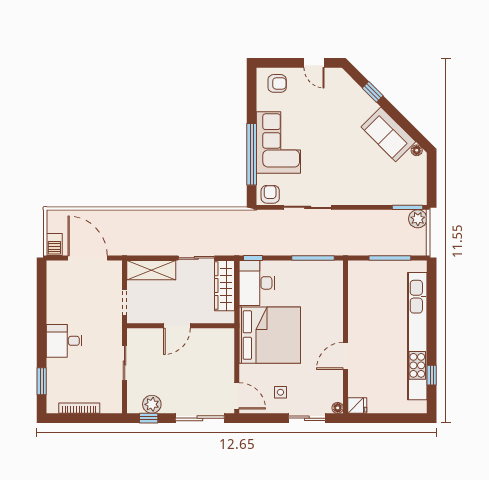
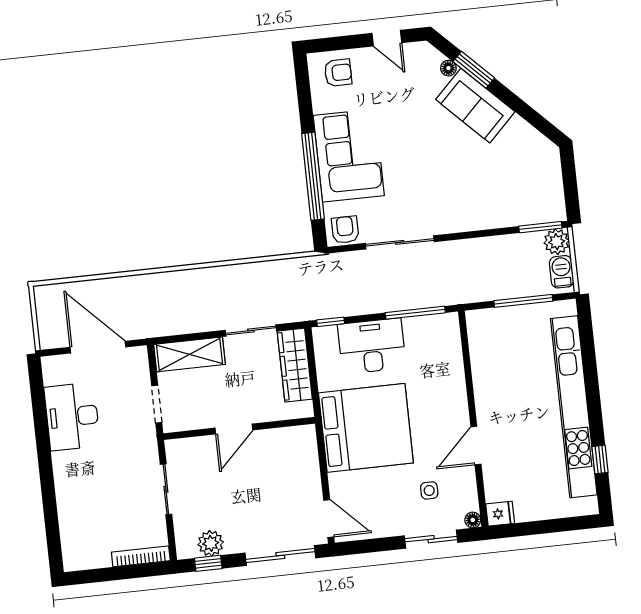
window: (373, 92) -> (474, 70), width x1.50
sofa: (388, 134) -> (475, 106), moved
floor lamp: (417, 150) -> (448, 68), moved
barbecue: (54, 244) -> (562, 272), moved, turned 180
desk: (257, 283) -> (372, 346), moved, turned 90
desk: (64, 341) -> (72, 417), moved, width x1.37
window: (42, 381) -> (52, 528), removed
side table: (280, 392) -> (429, 490), moved
bookcase: (79, 408) -> (141, 556), moved

